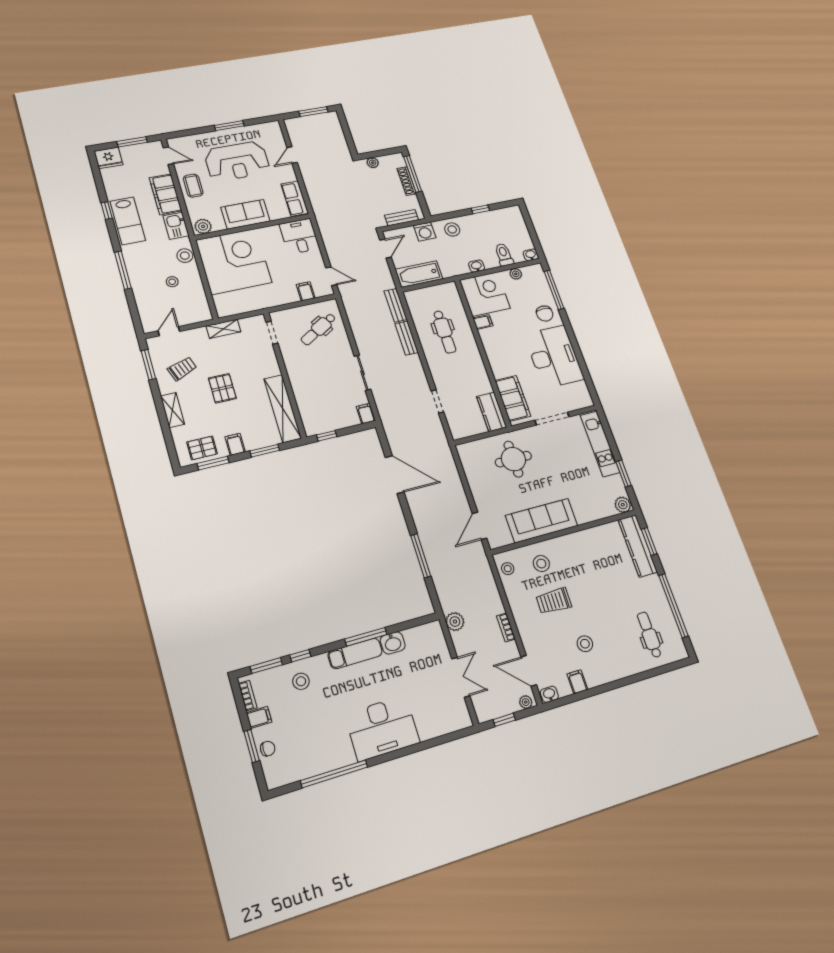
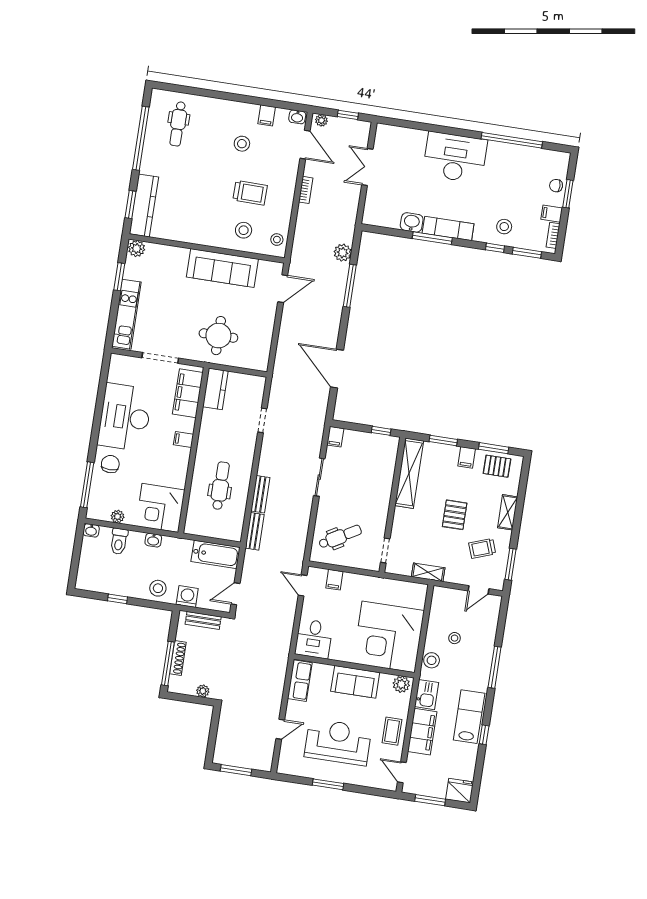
filing cabinet: (483, 322) -> (184, 439), moved
plant: (455, 622) -> (343, 253), moved

